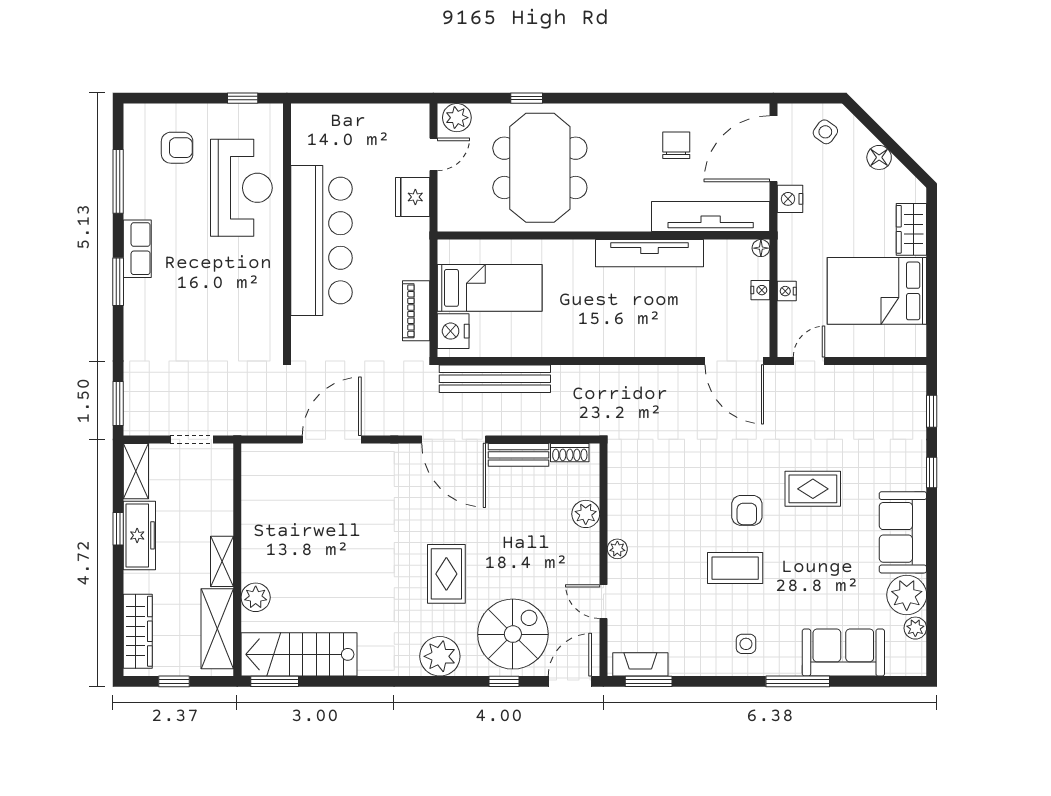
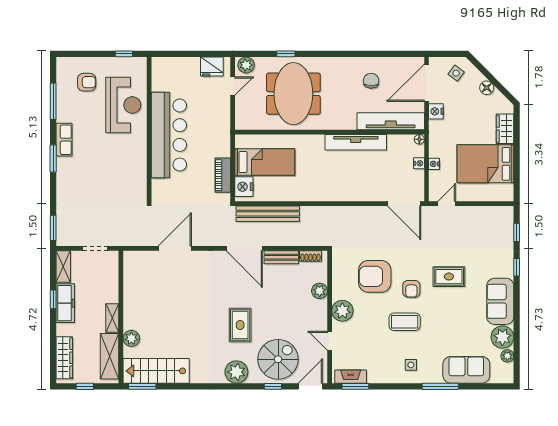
fridge: (413, 197) -> (212, 67), moved, turned -90
armchair: (683, 489) -> (375, 276), added
plant: (617, 549) -> (342, 311), width x1.87, depth x1.87

